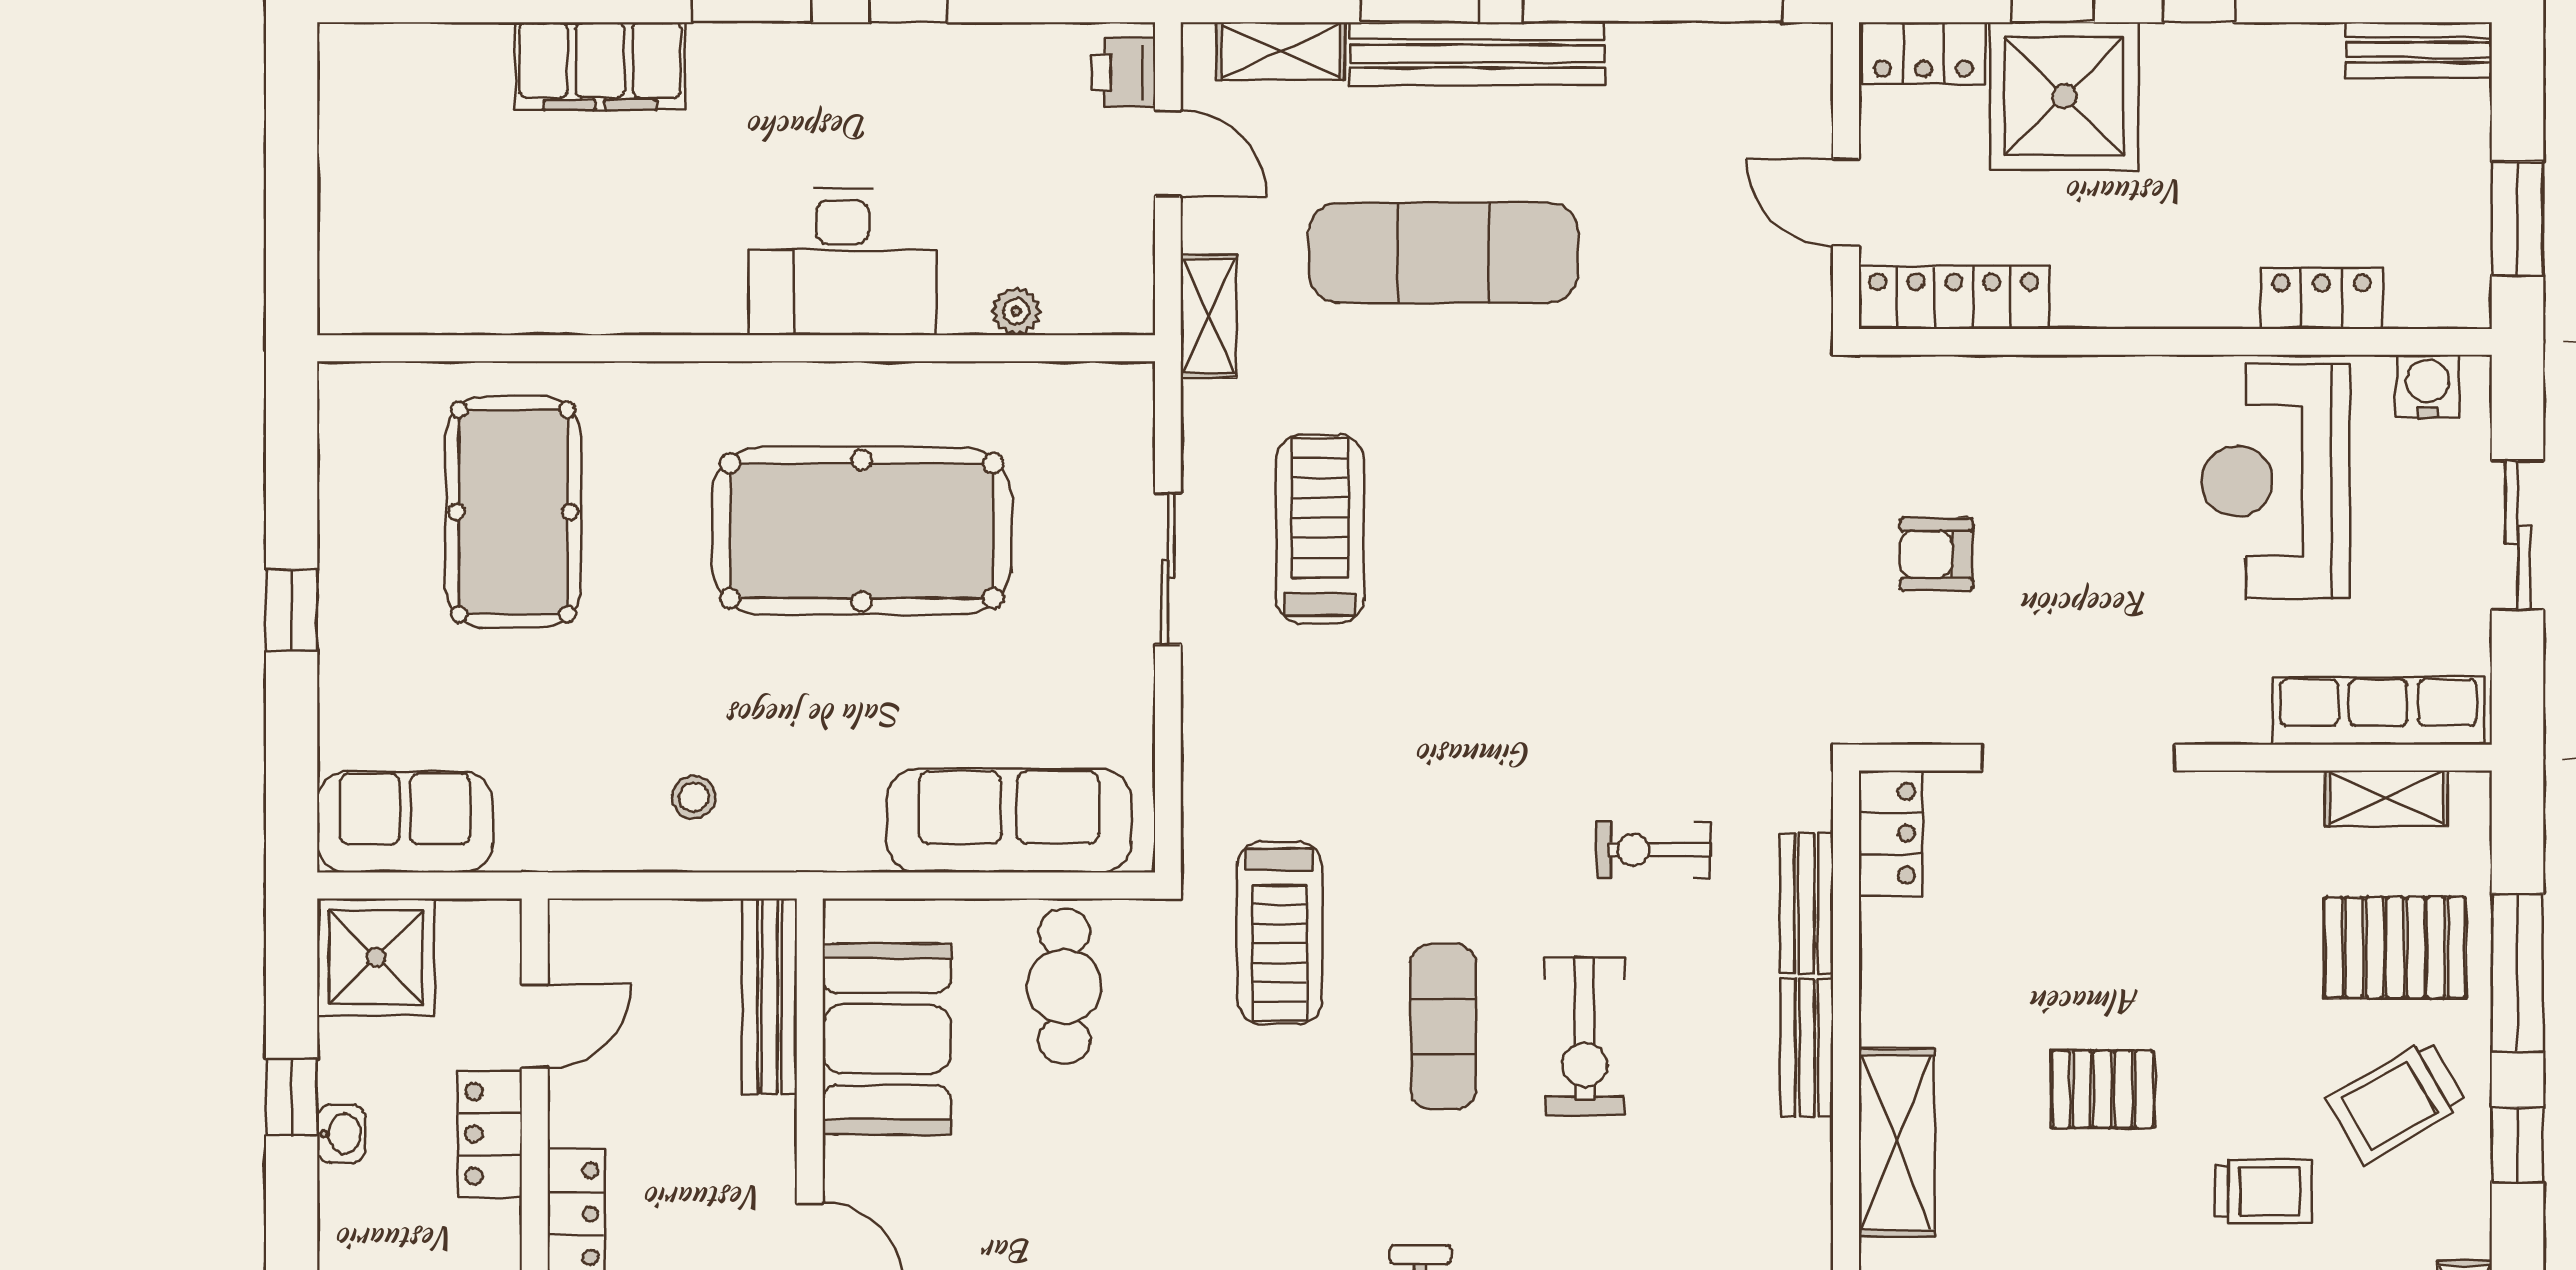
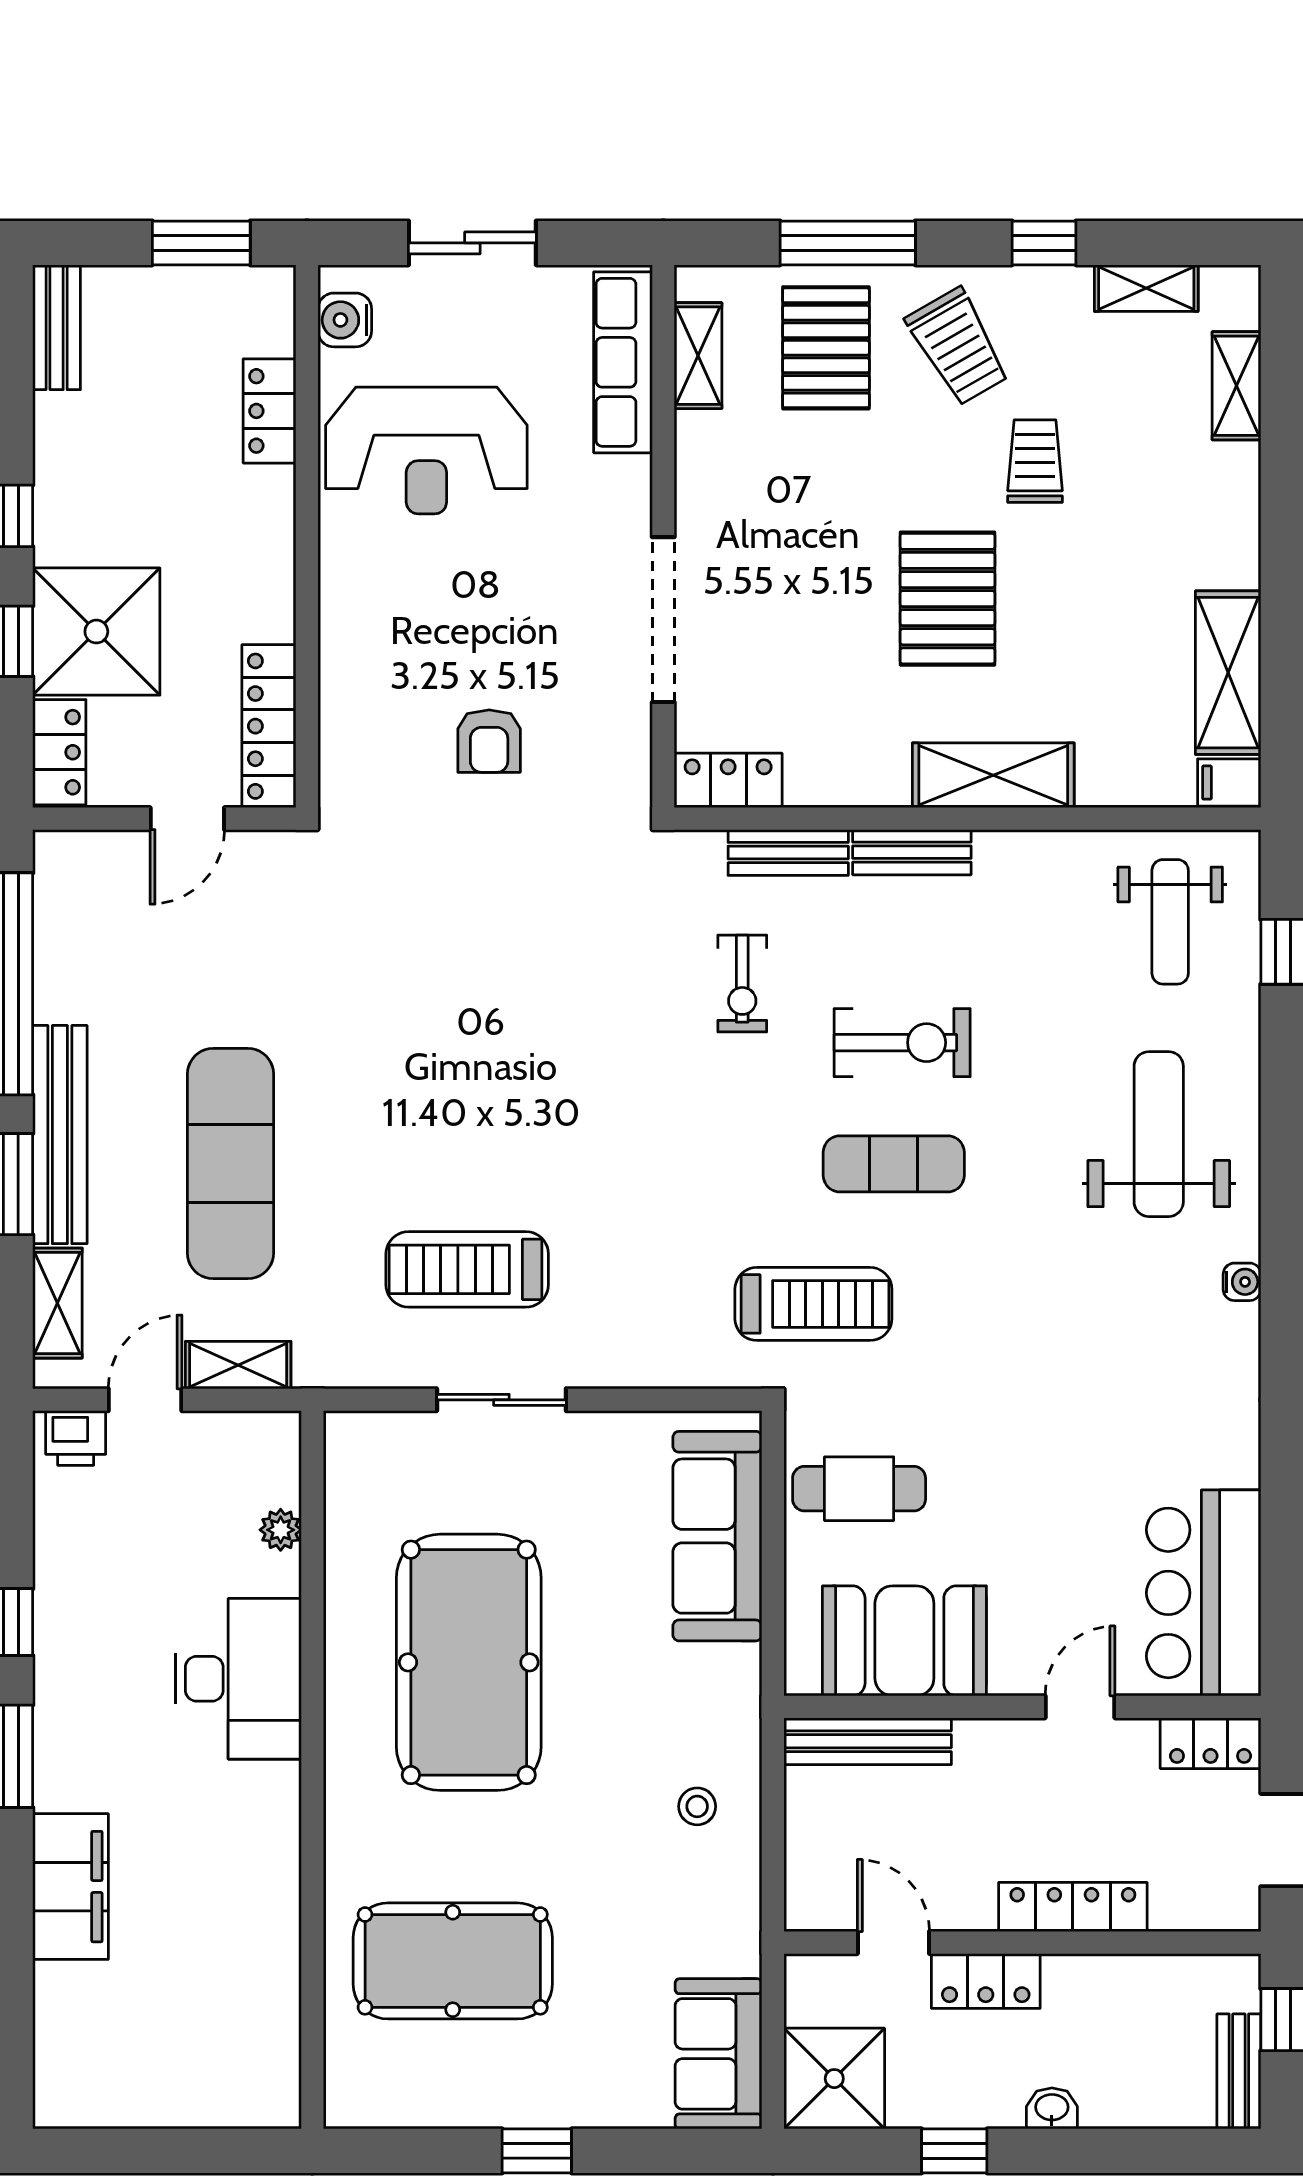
shelving: (1208, 316) -> (238, 1365), moved
pallet: (2103, 1089) -> (948, 599), width x1.50, depth x1.42
washbasin: (341, 1134) -> (1052, 2108), moved
window: (2518, 1145) -> (1044, 243), moved

